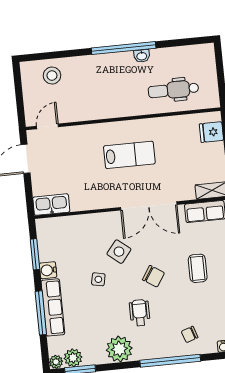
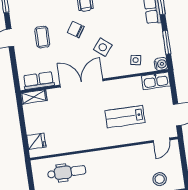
lab bench: (129, 155) -> (125, 117), moved
water cooler: (48, 270) -> (161, 64), moved
side table: (98, 279) -> (136, 60), moved

